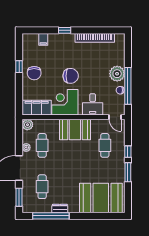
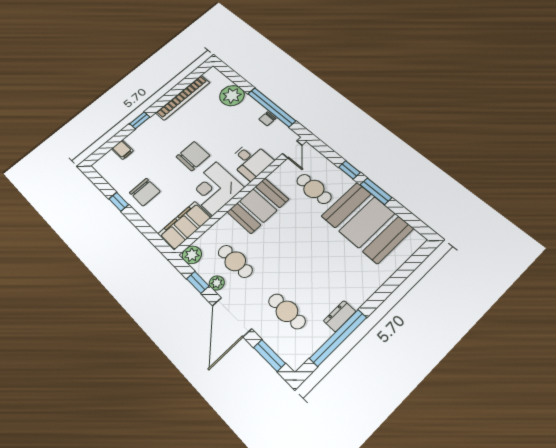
plant: (117, 74) -> (232, 96), moved
door: (115, 117) -> (292, 149), hinge flipped
window: (19, 140) -> (198, 282), added
booth: (101, 198) -> (367, 222), moved, turned 90

